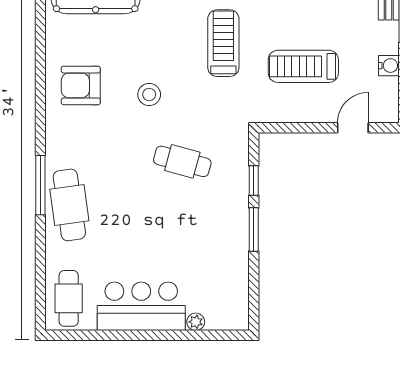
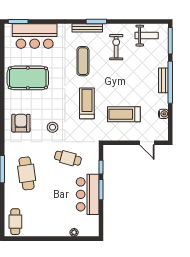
armchair: (81, 85) -> (21, 123), turned 90
door: (353, 128) -> (147, 143), swing flipped
cafe table: (69, 205) -> (27, 173), moved
bar counter: (141, 306) -> (88, 194), moved, turned -90

